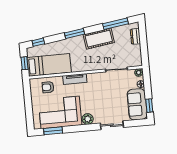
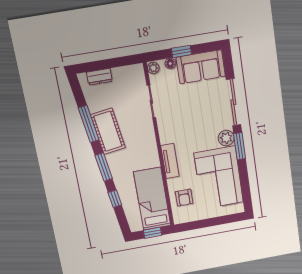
window: (116, 24) -> (89, 124), moved
window: (38, 42) -> (115, 199), moved
window: (149, 106) -> (181, 51), moved
sliding door: (112, 125) -> (233, 102), width x1.37
window: (53, 131) -> (240, 146), moved

